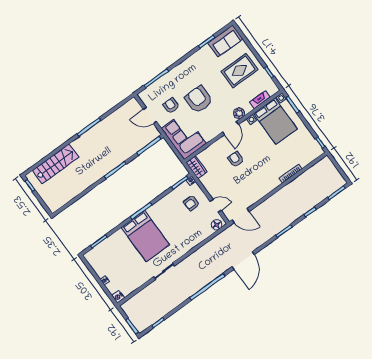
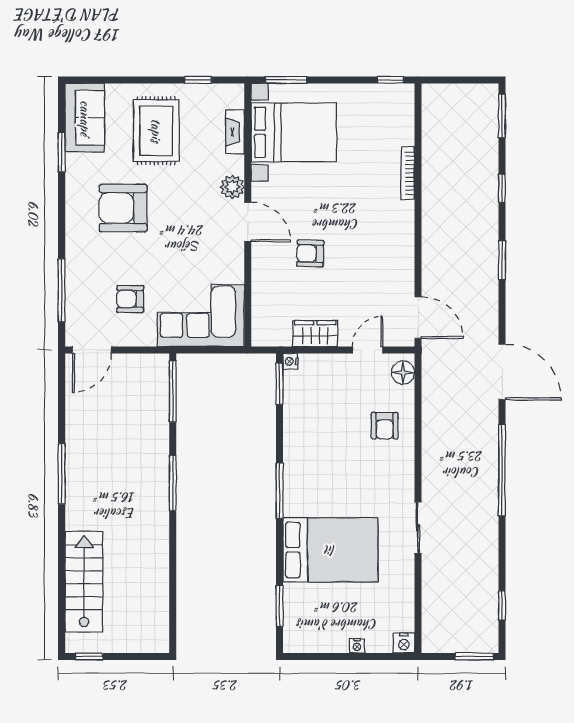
armchair: (199, 99) -> (123, 208), moved
door: (150, 116) -> (92, 350), moved
wardrobe: (197, 167) -> (315, 334), moved
armchair: (192, 203) -> (385, 426), moved
door: (241, 216) -> (418, 318), hinge flipped
bed: (145, 236) -> (330, 550), moved

